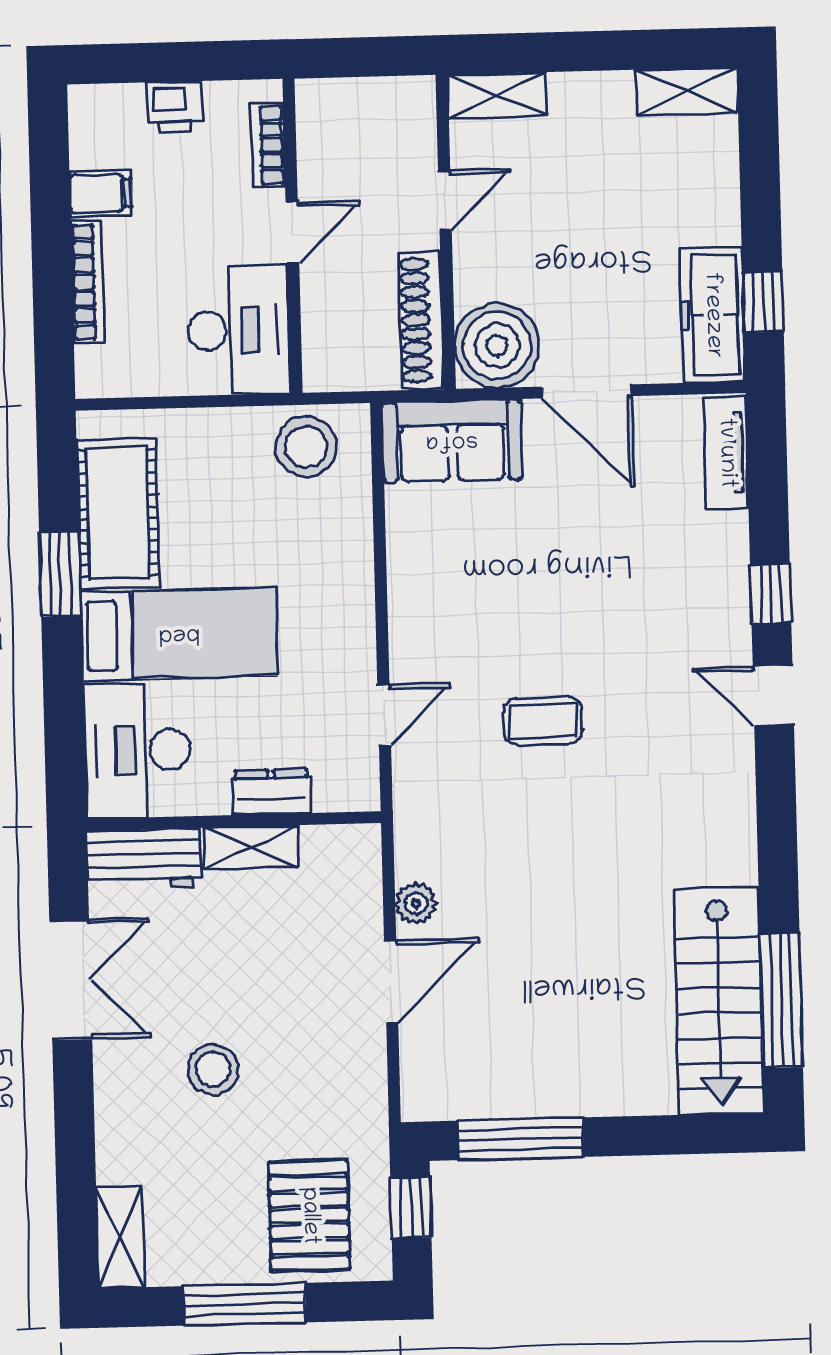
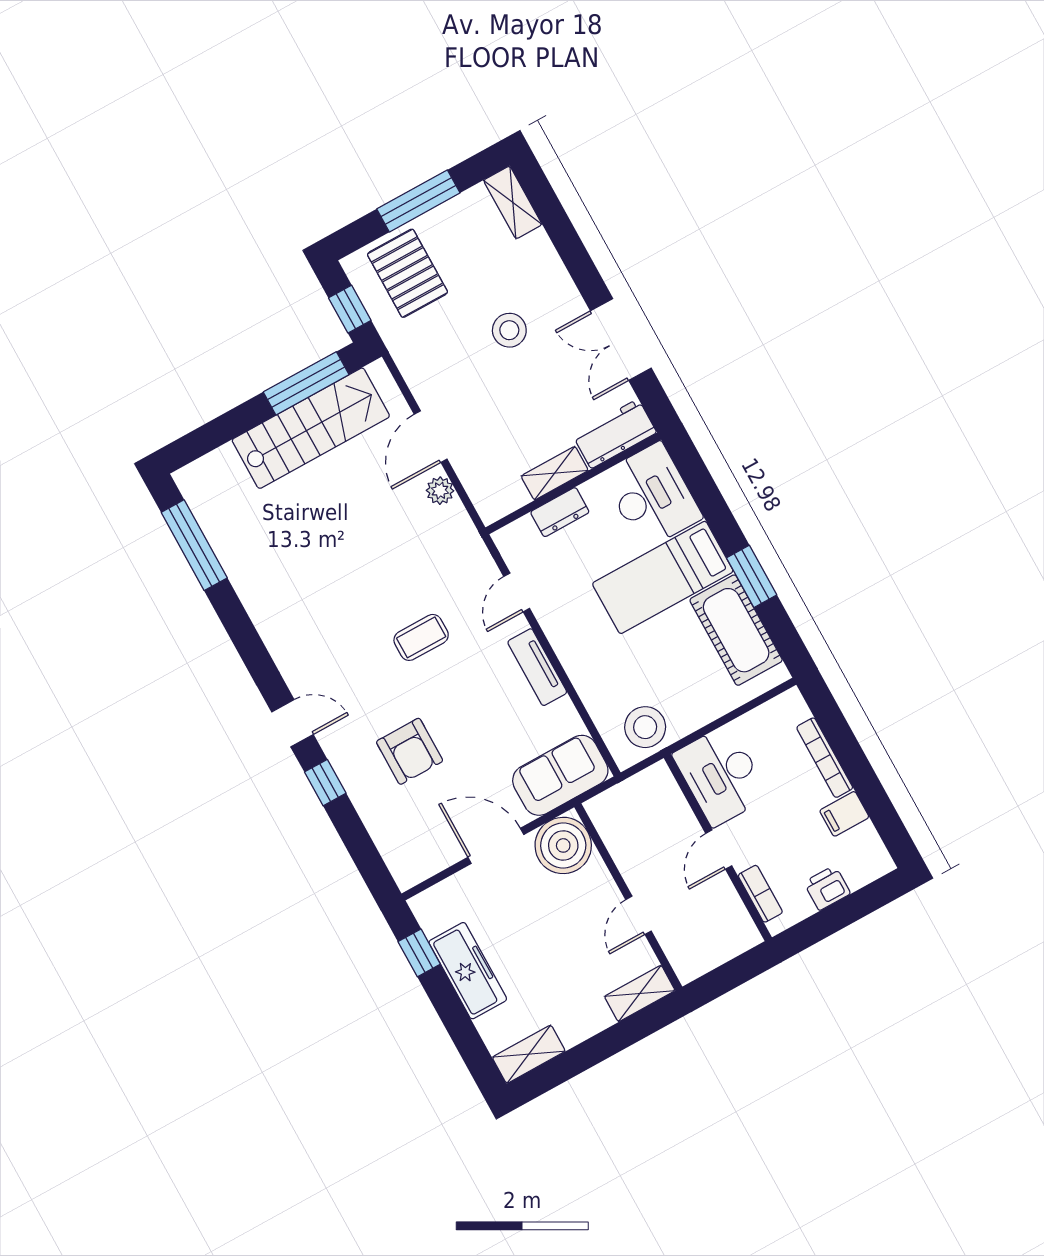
freezer: (712, 315) -> (468, 971), moved
shoe rack: (421, 320) -> (616, 837), removed
tv unit: (726, 453) -> (537, 667), moved, turned 180
armchair: (637, 577) -> (410, 751), added
stairs: (719, 1001) -> (311, 428), moved, turned 90

